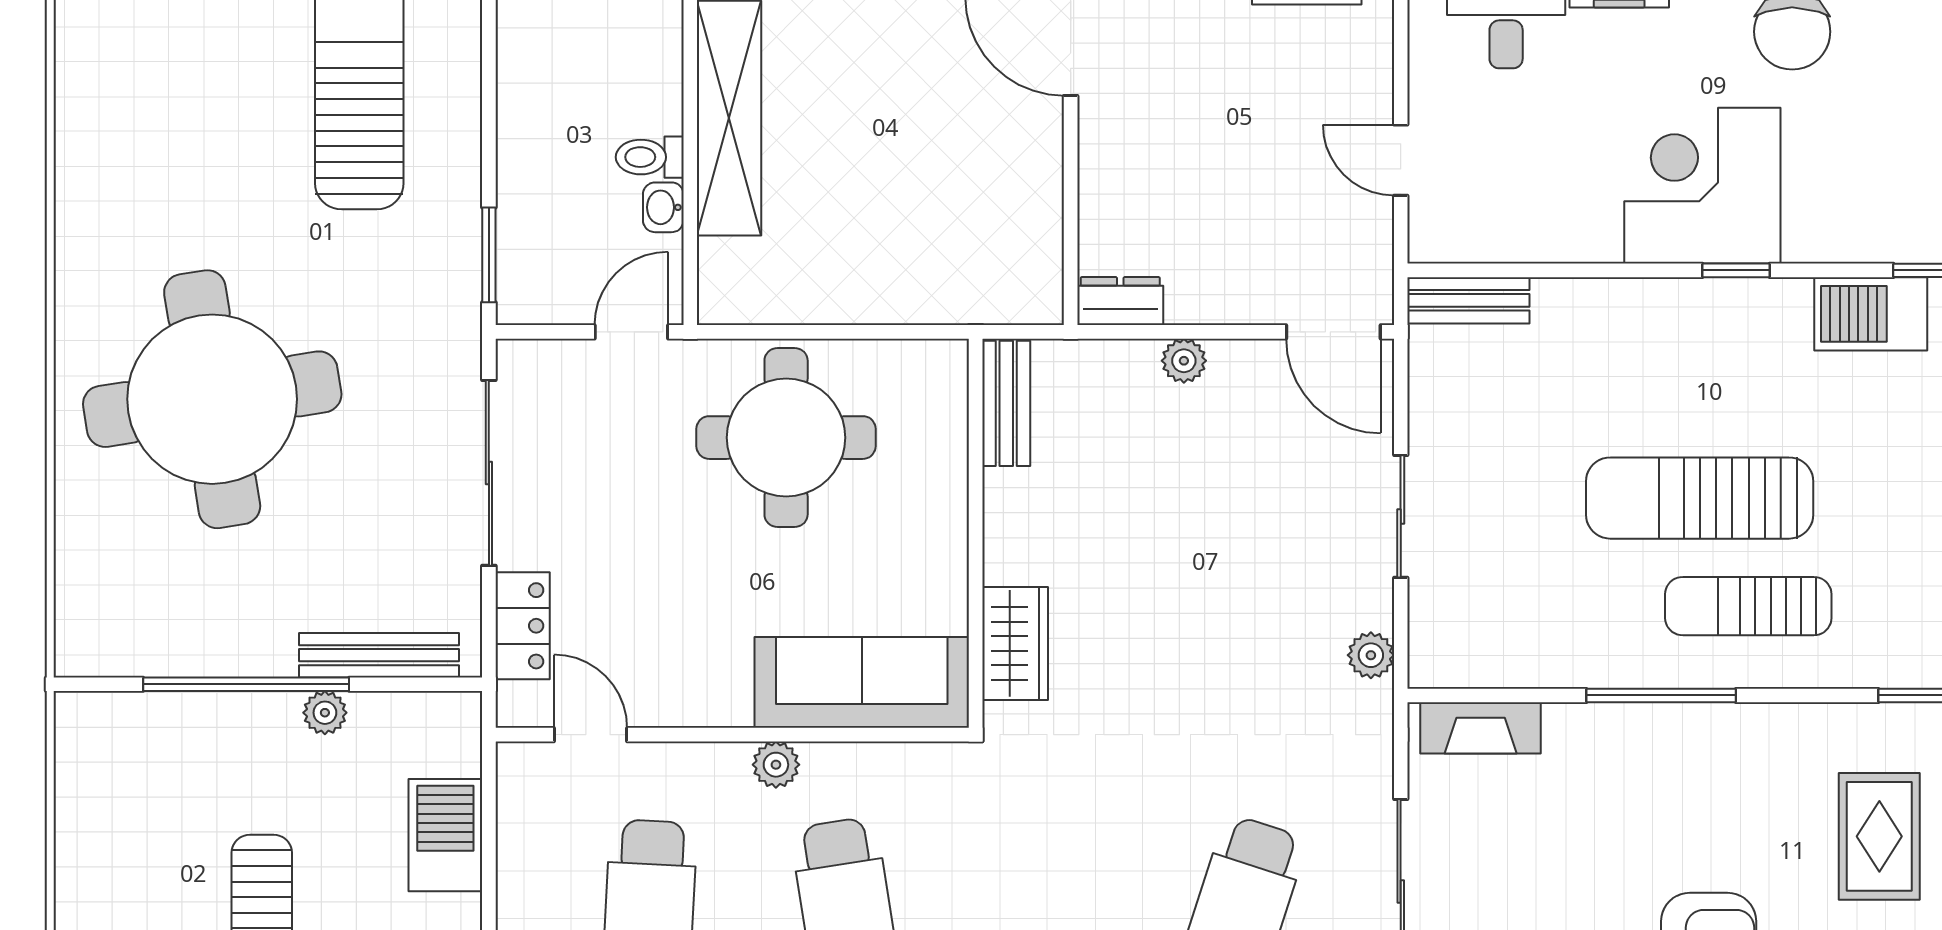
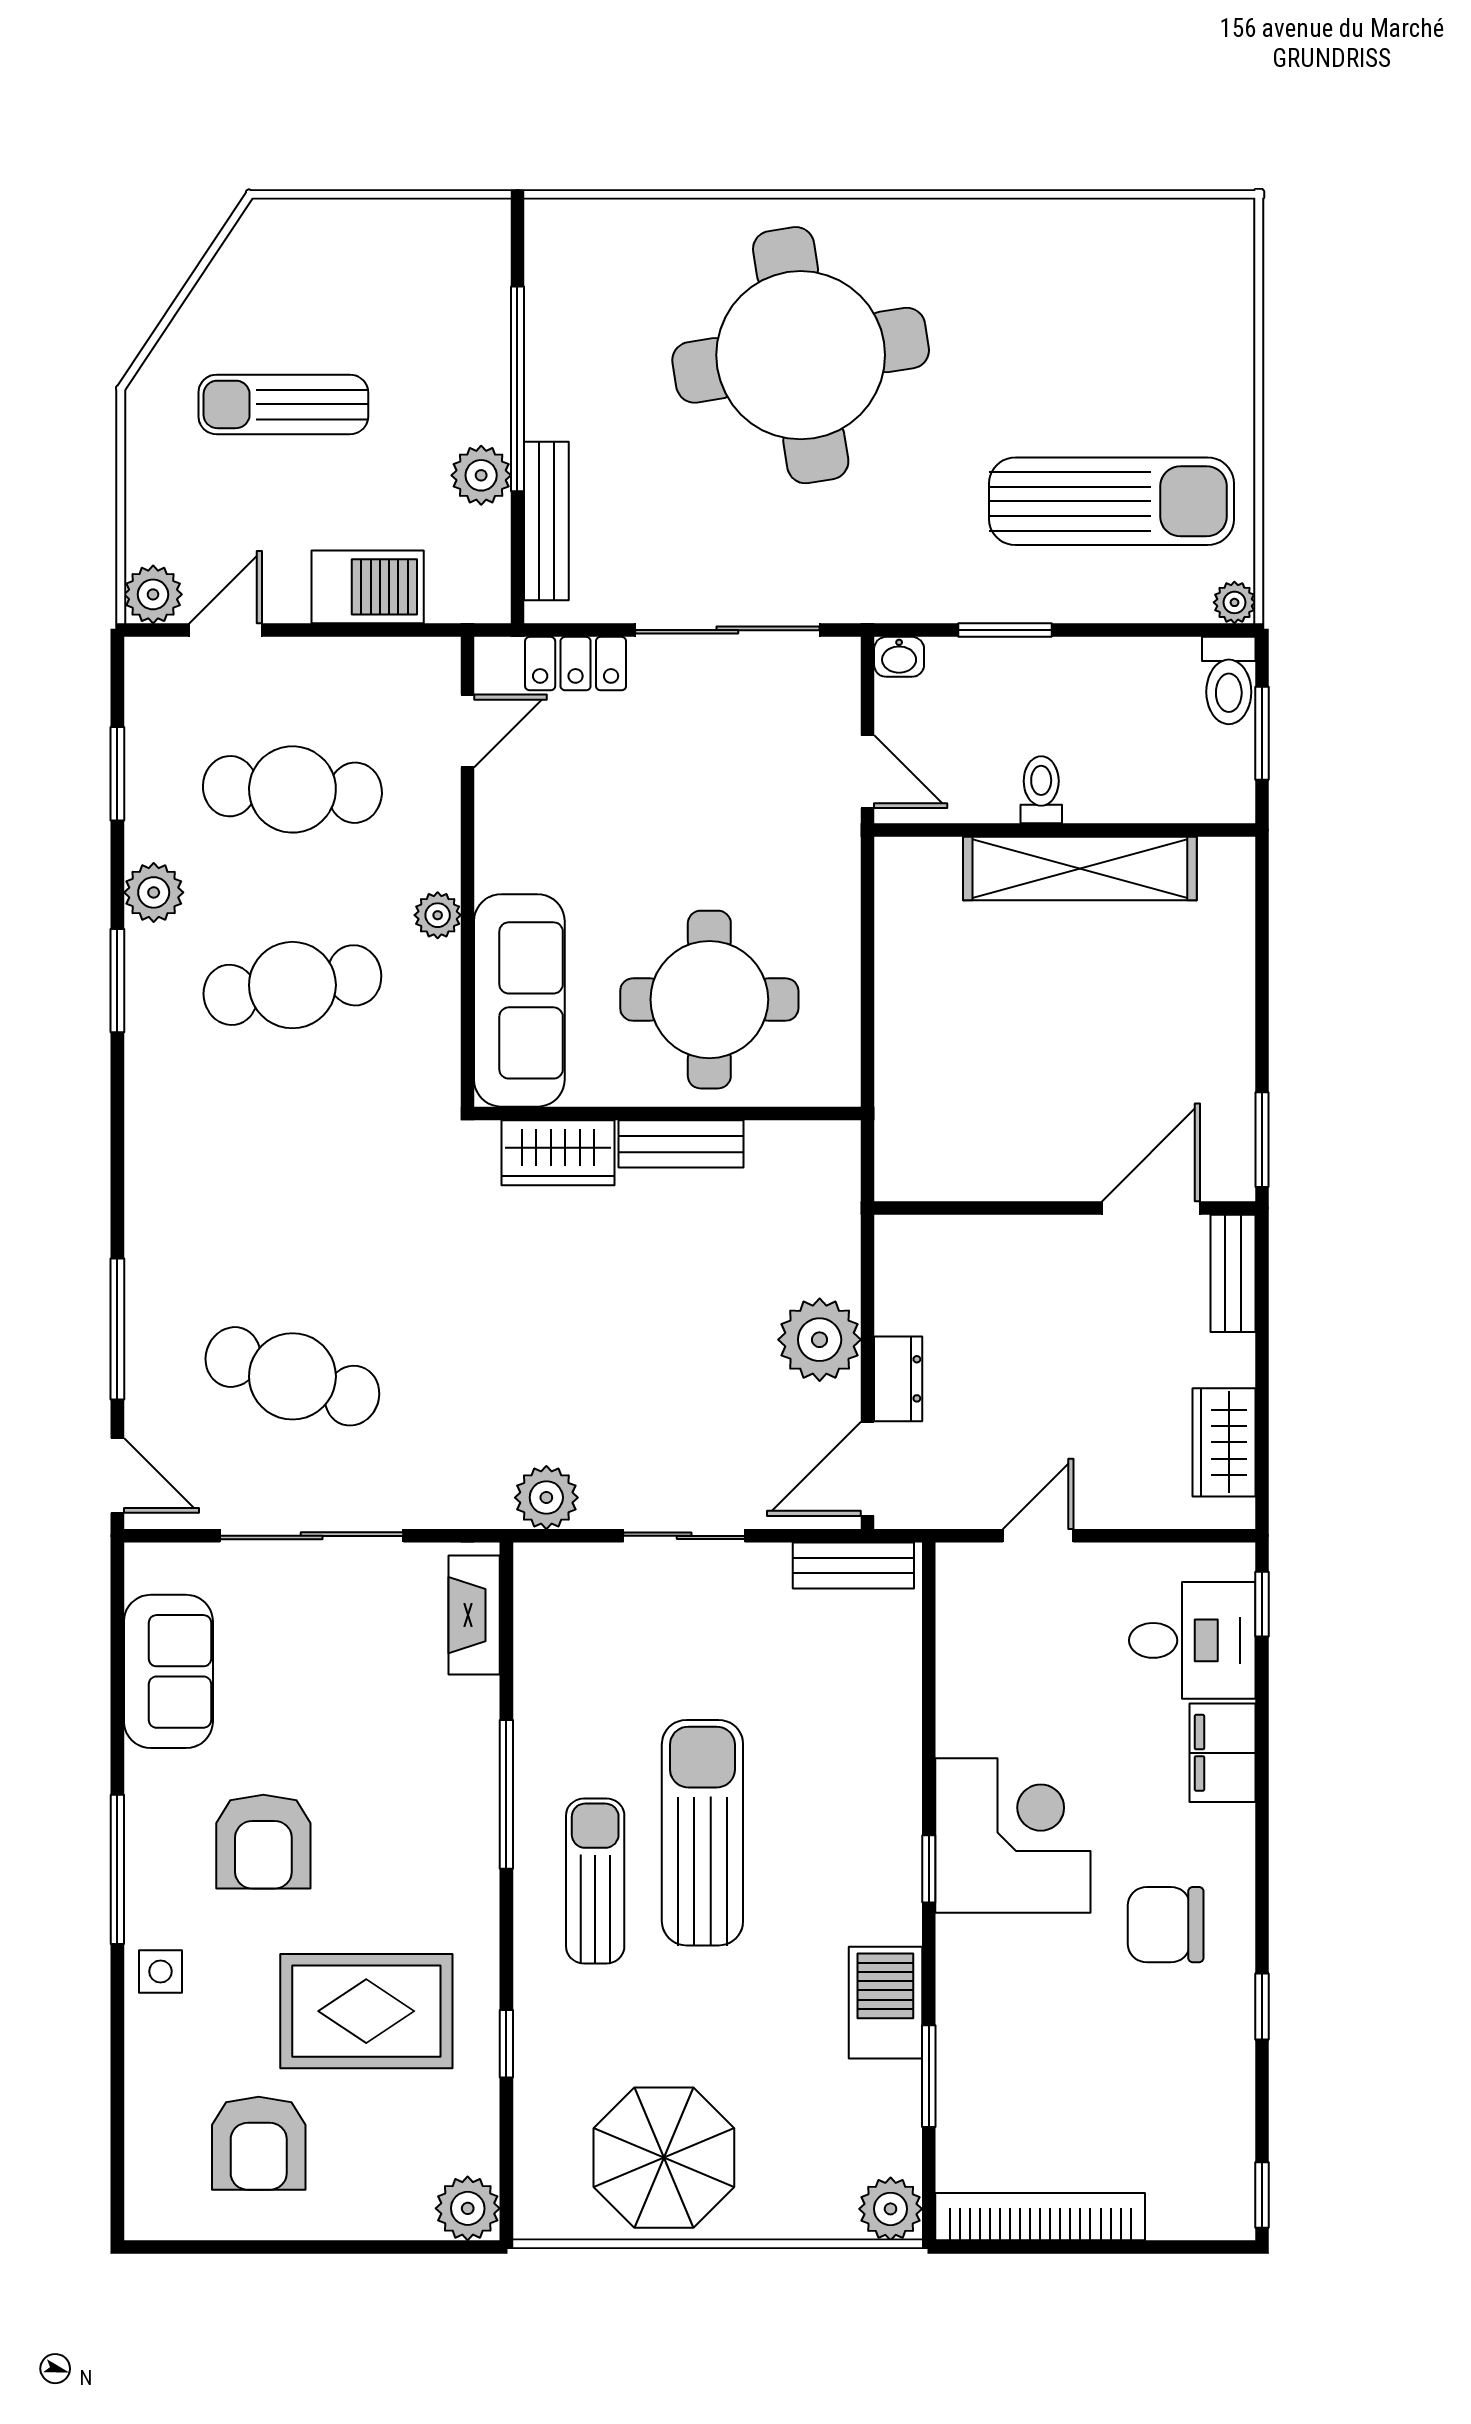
washbasin: (663, 207) -> (899, 657), moved, turned 180
window: (489, 255) -> (1005, 630), moved
bench: (1468, 300) -> (853, 1566), moved, turned 90
dresser: (1120, 301) -> (898, 1379), moved
plant: (1184, 361) -> (820, 1340), width x1.88, depth x1.88
bench: (1006, 403) -> (681, 1144), moved
round table: (786, 438) -> (709, 1000), moved
plant: (1371, 655) -> (546, 1498), width x1.38, depth x1.38
plant: (325, 713) -> (481, 475), width x1.38, depth x1.38
rug: (1879, 836) -> (366, 2011), width x1.36, depth x1.43

